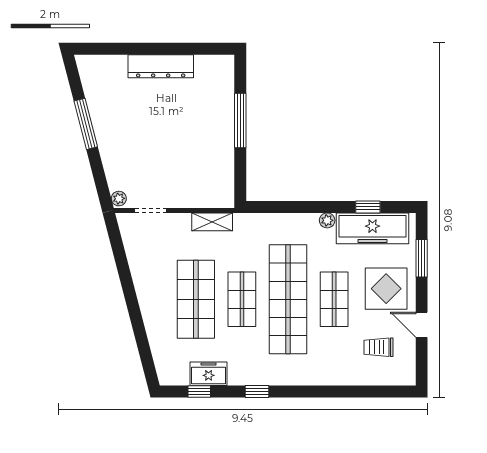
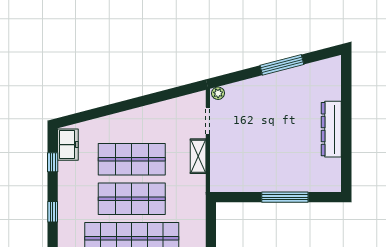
shelving: (212, 222) -> (198, 156), moved
shop shelf: (242, 299) -> (132, 199), width x1.43, depth x1.36
freezer: (209, 374) -> (68, 145), moved

